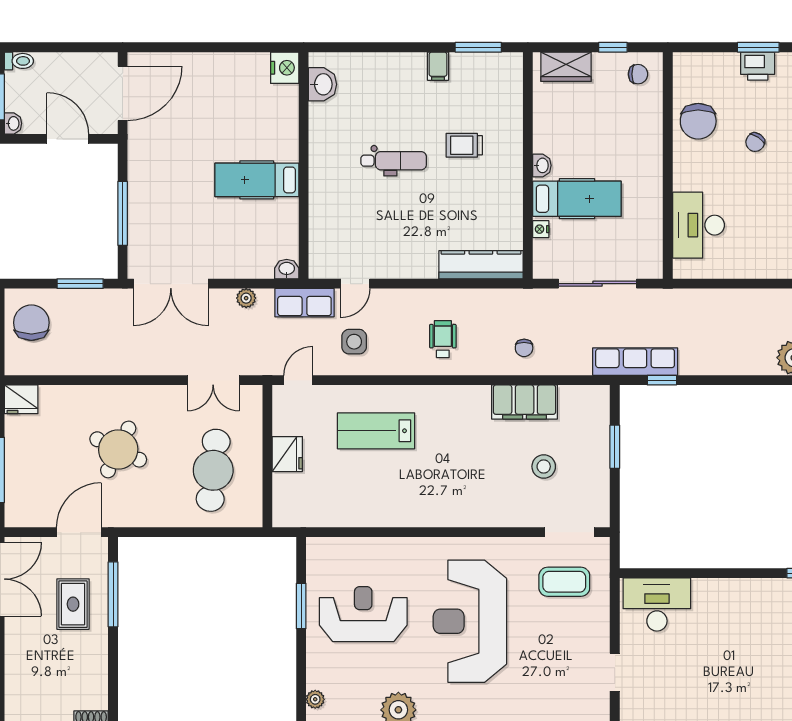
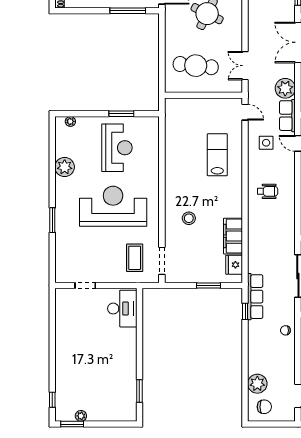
plant: (246, 298) -> (285, 88), width x1.87, depth x1.87
chair: (524, 348) -> (285, 330), moved
fridge: (287, 454) -> (234, 265), moved, turned 90
stool: (544, 466) -> (189, 218), moved

